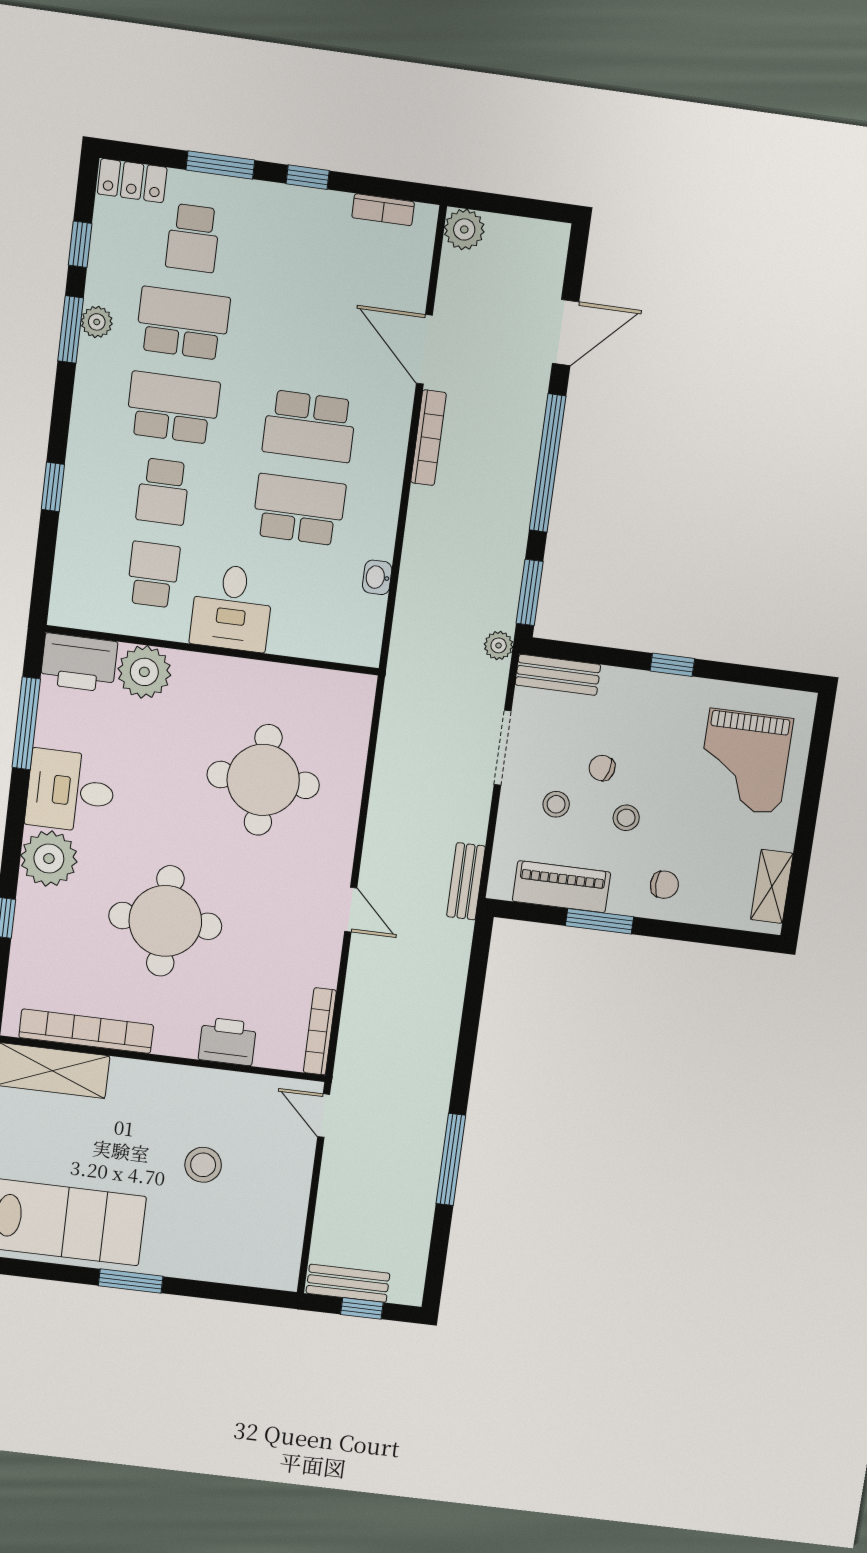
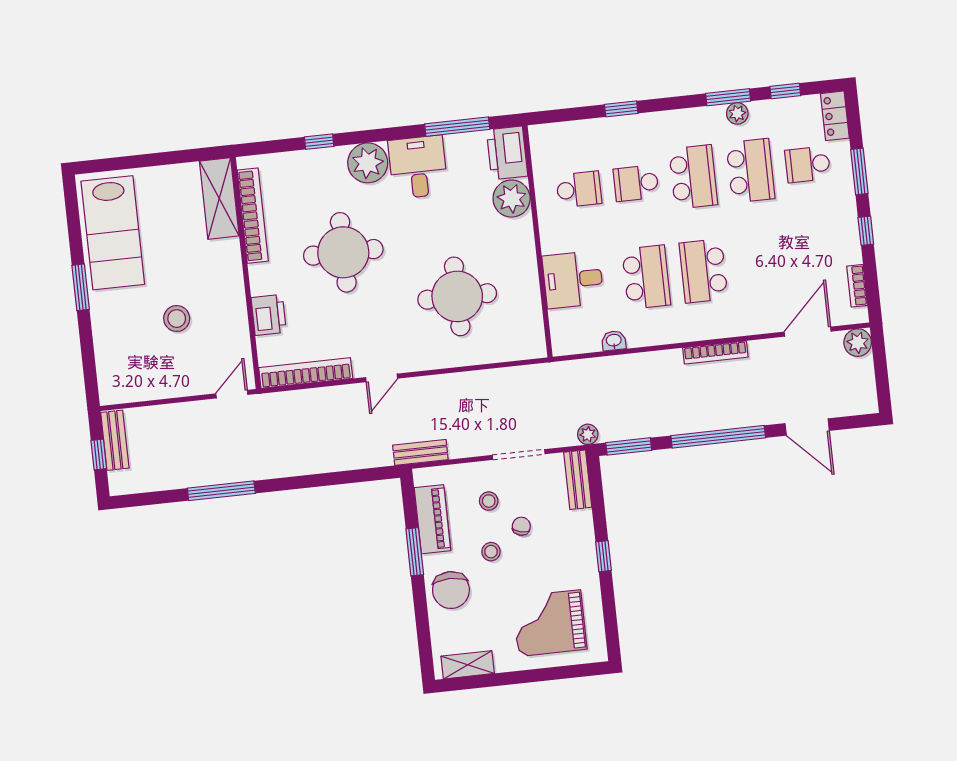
door: (424, 349) -> (808, 332), moved
desk: (232, 608) -> (573, 280), moved
chair: (664, 885) -> (451, 590), width x1.87, depth x1.87
bookcase: (320, 1031) -> (306, 373), width x1.48, depth x1.31

